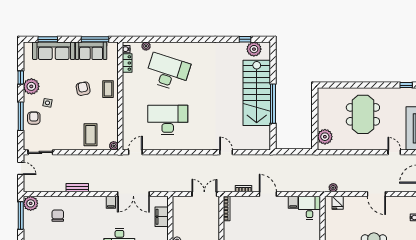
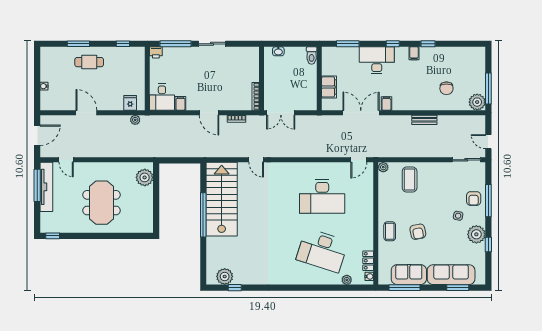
stairs: (257, 93) -> (222, 199), moved

